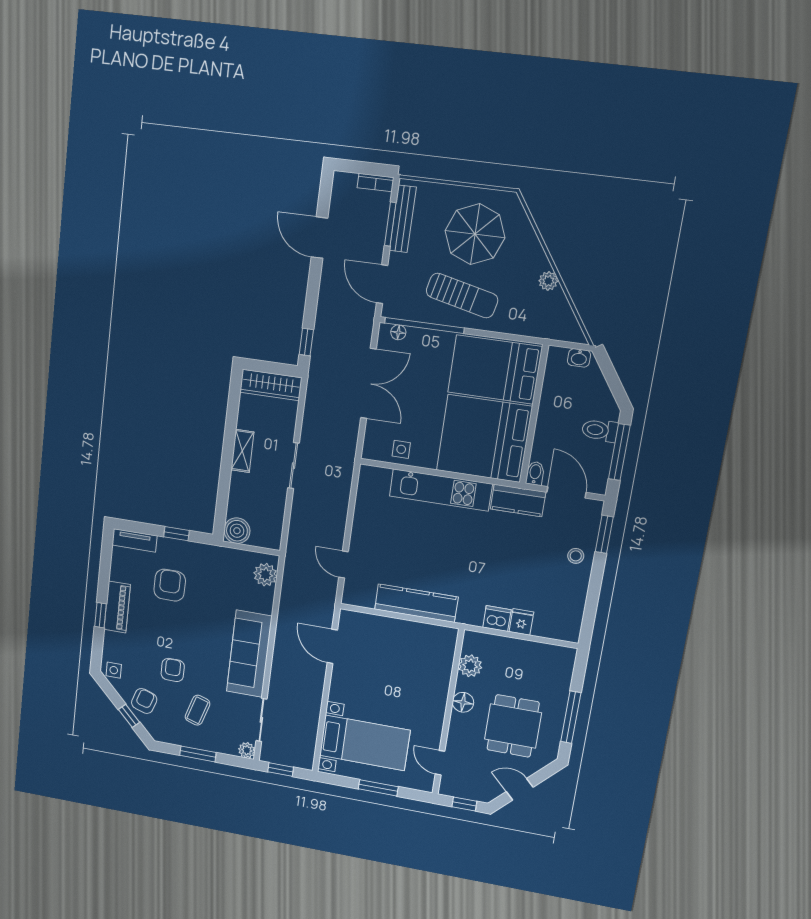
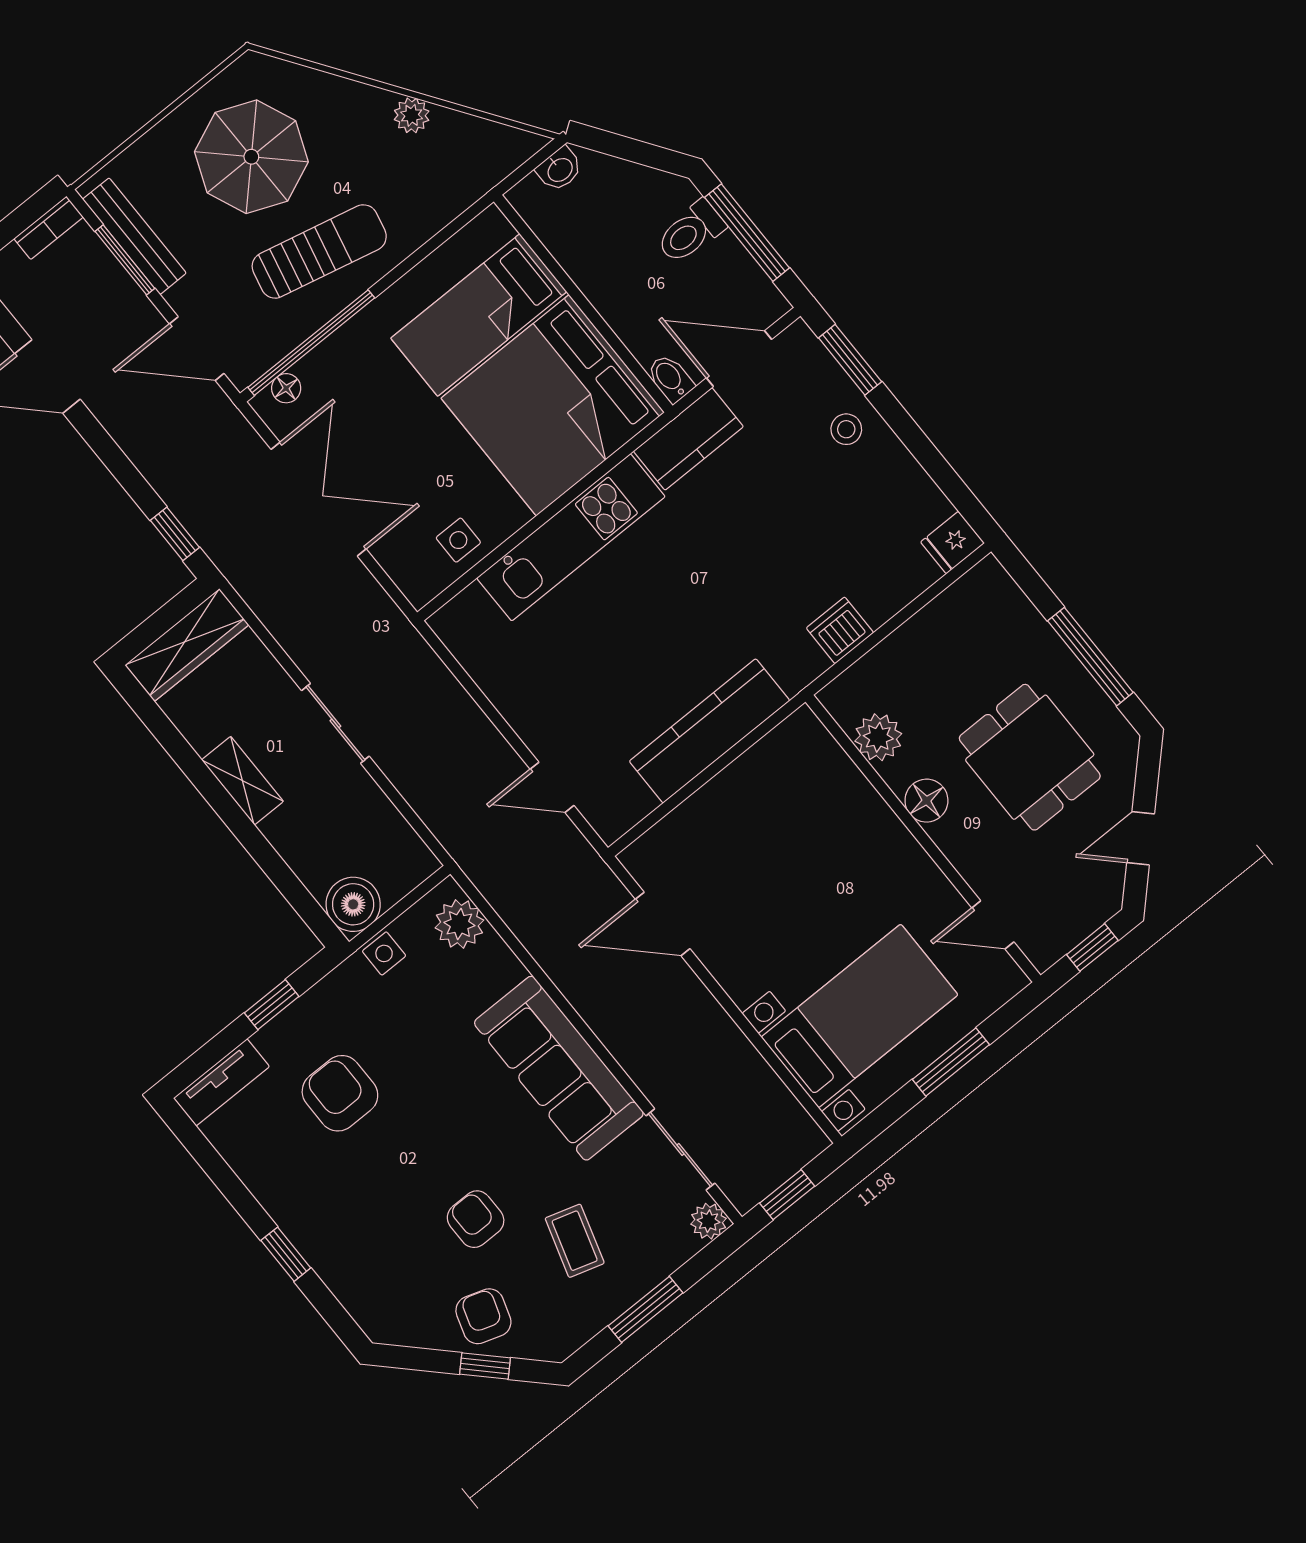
bed: (495, 369) -> (479, 315), width x0.67
piano: (117, 607) -> (297, 1213), removed
fridge: (521, 622) -> (952, 543), moved, turned -90
side table: (114, 670) -> (384, 953), moved

